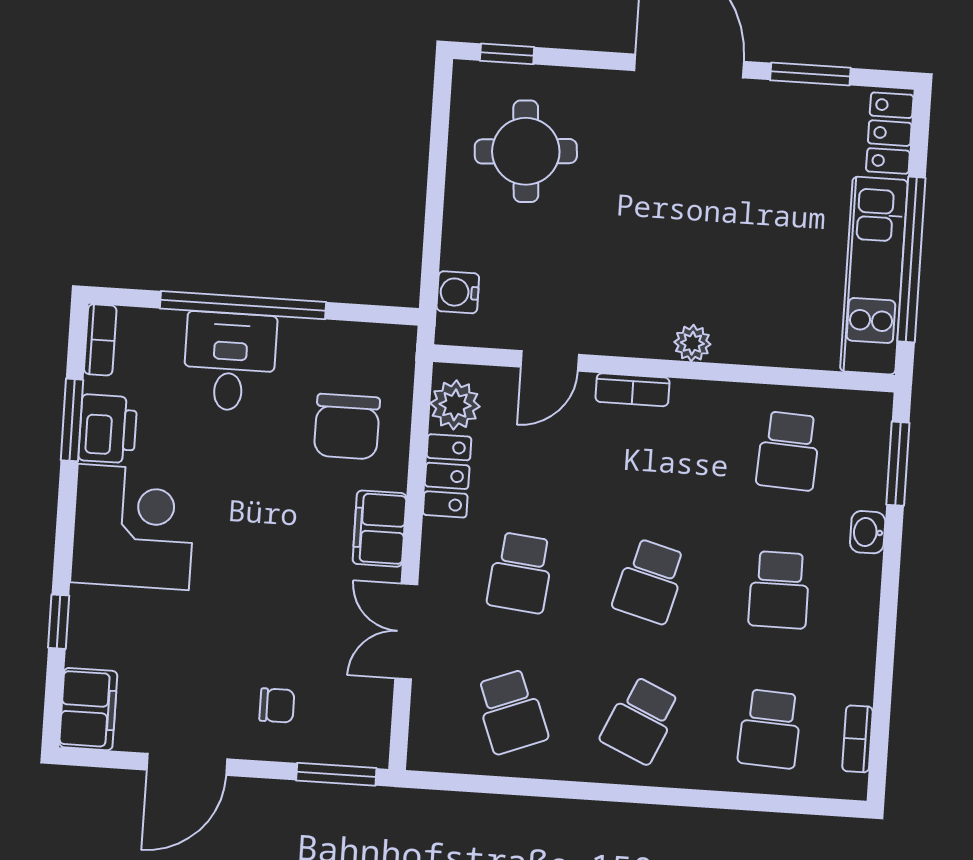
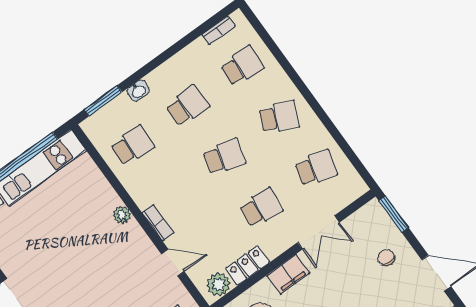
school desk: (511, 712) -> (316, 168), turned 36

